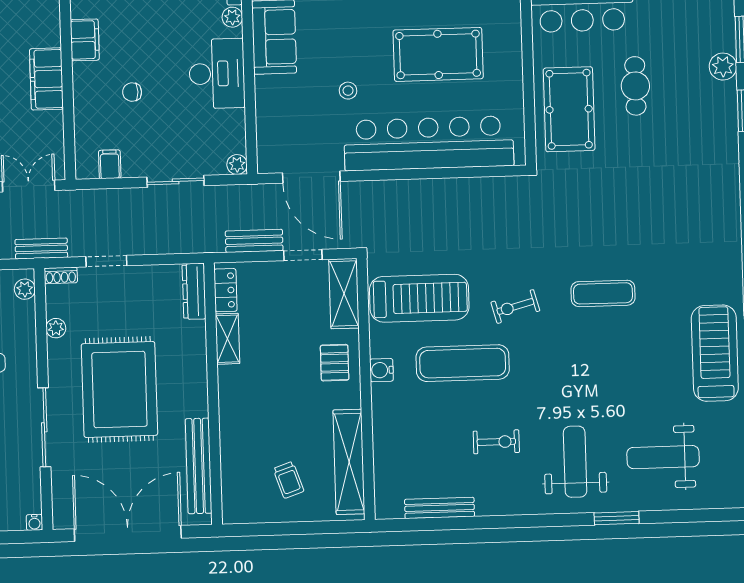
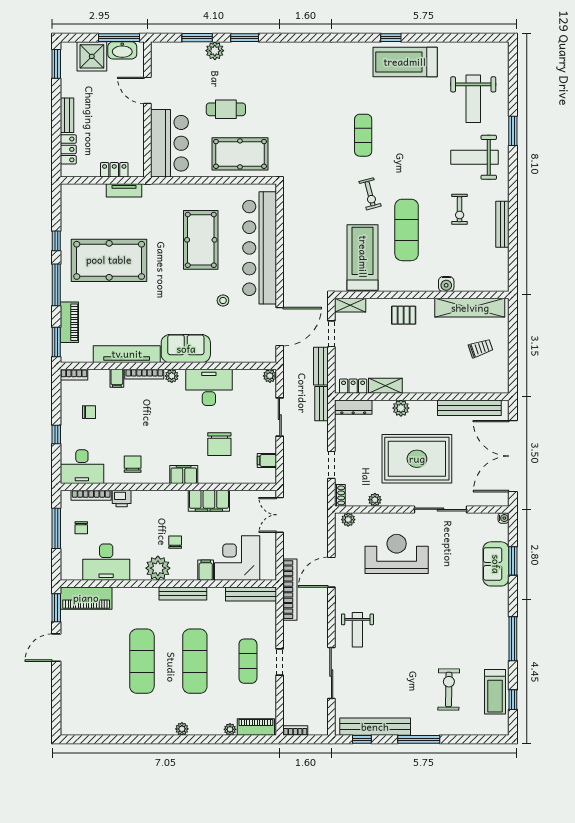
chair: (132, 92) -> (219, 444), width x1.87, depth x1.87
bench: (41, 248) -> (322, 404), moved
shelving: (344, 294) -> (350, 305), width x0.67, depth x0.75
plant: (195, 363) -> (401, 408), added
water cooler: (381, 370) -> (446, 284), moved
exercise bike: (496, 442) -> (460, 209), turned 180
bench: (440, 508) -> (502, 224), moved

